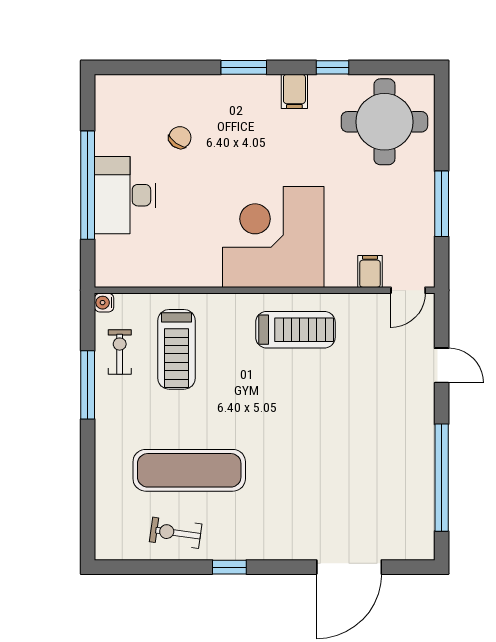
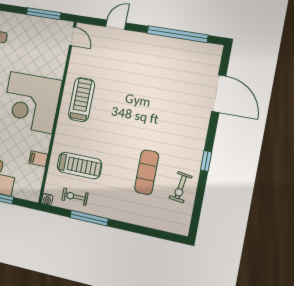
window: (442, 204) -> (44, 14), moved
filing cabinet: (370, 272) -> (38, 159), moved
exercise mat: (189, 470) -> (147, 172), width x0.73, depth x0.69

